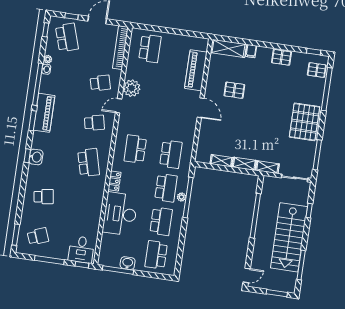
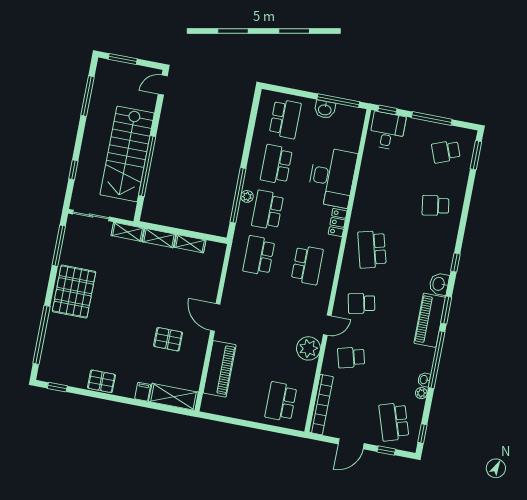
pallet: (317, 70) -> (54, 362), removed
washbasin: (36, 157) -> (439, 284), moved
stairs: (289, 237) -> (127, 154), moved, turned 180

